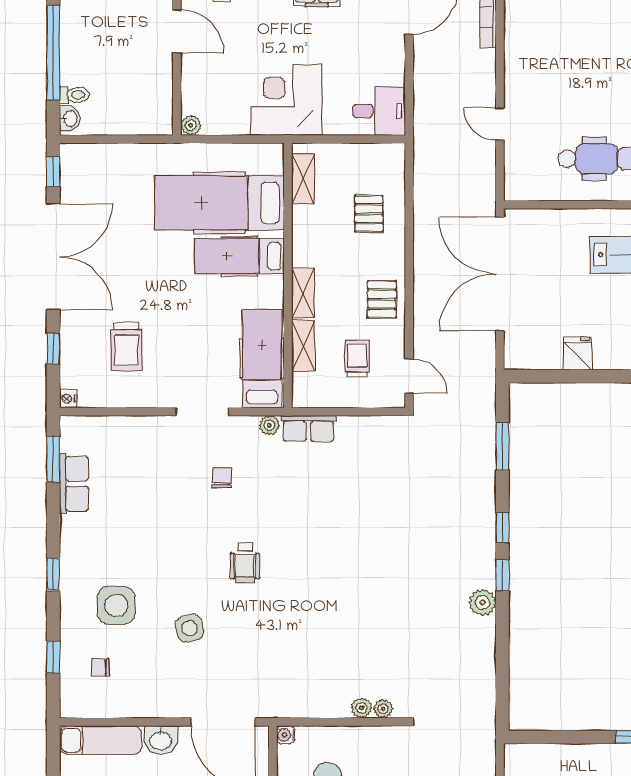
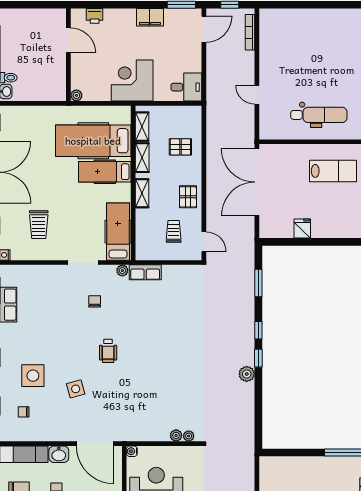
pallet: (369, 214) -> (180, 147), turned 90
shelving: (303, 346) -> (142, 158), moved

